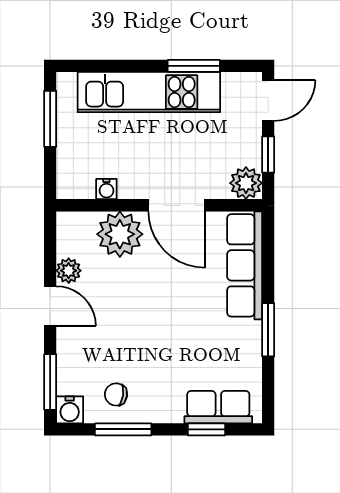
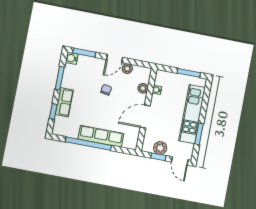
plant: (246, 183) -> (160, 148), moved
plant: (120, 234) -> (143, 88), width x0.53, depth x0.53
row of seats: (245, 265) -> (101, 136), moved
window: (268, 330) -> (88, 144), width x2.11
chair: (116, 394) -> (106, 90), moved
row of seats: (218, 407) -> (64, 102), moved

